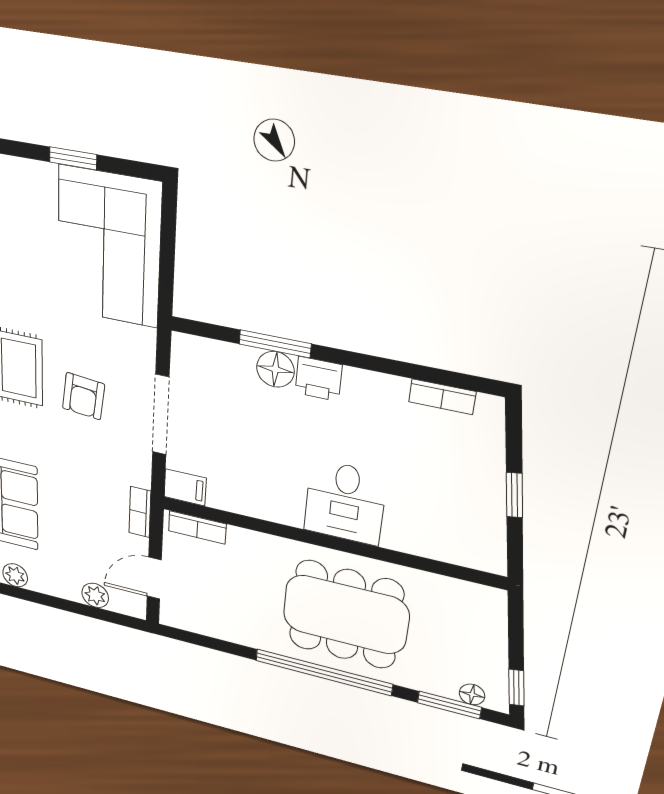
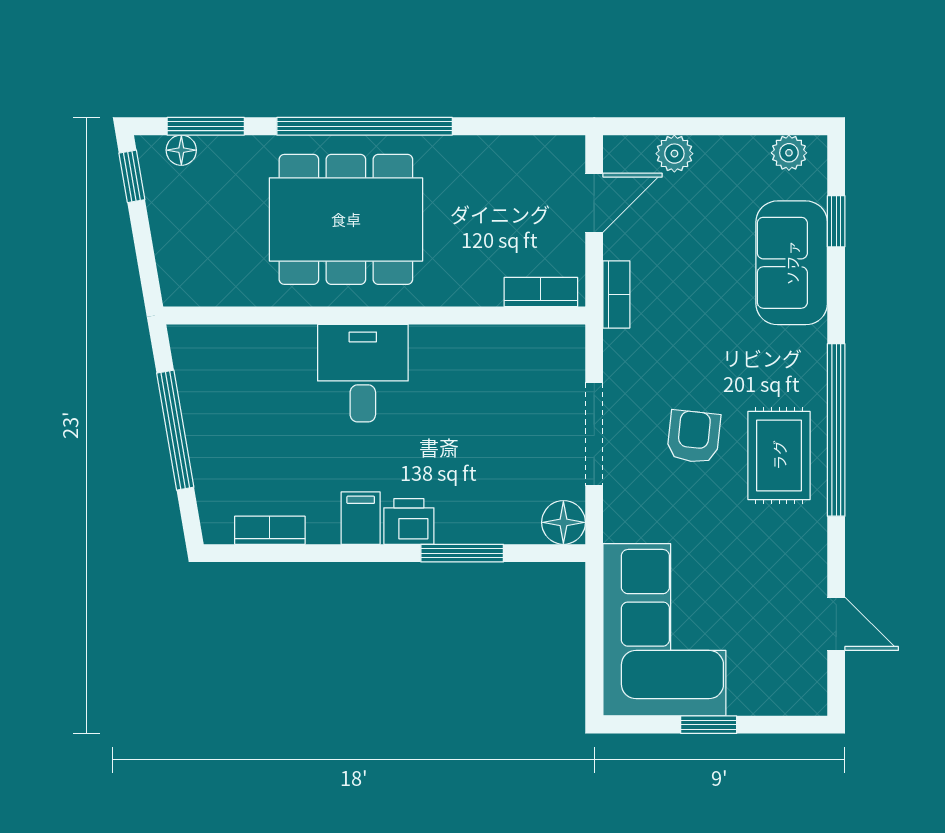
floor lamp: (275, 369) -> (563, 522), moved
filing cabinet: (185, 487) -> (361, 518), moved, turned 90
window: (514, 495) -> (175, 430), width x2.17

